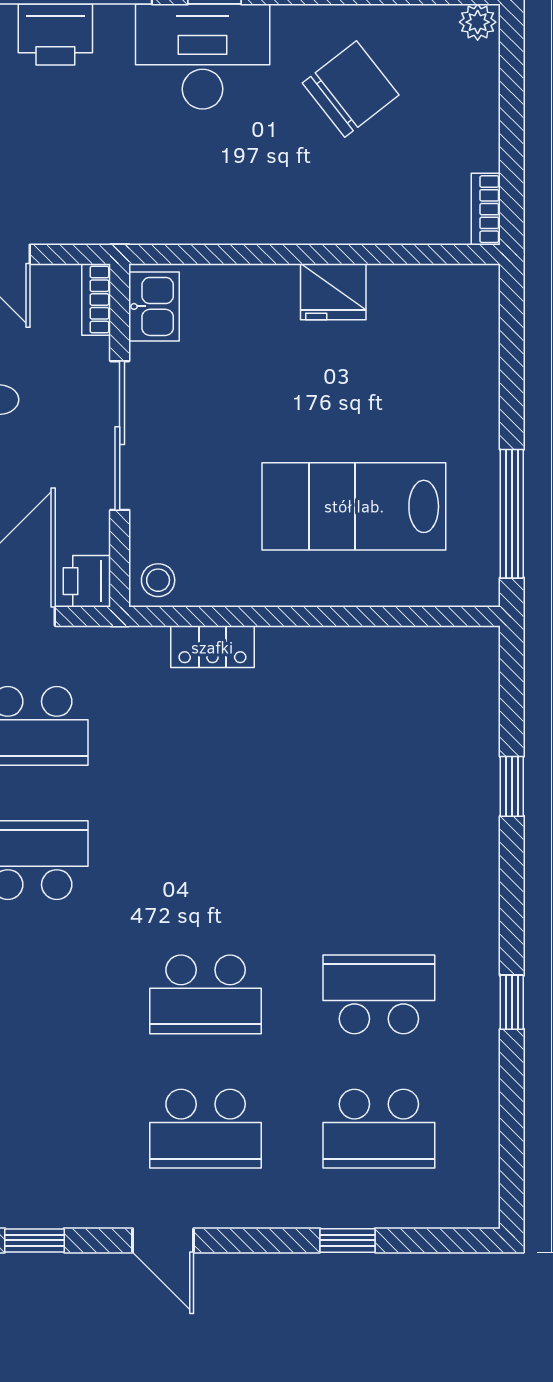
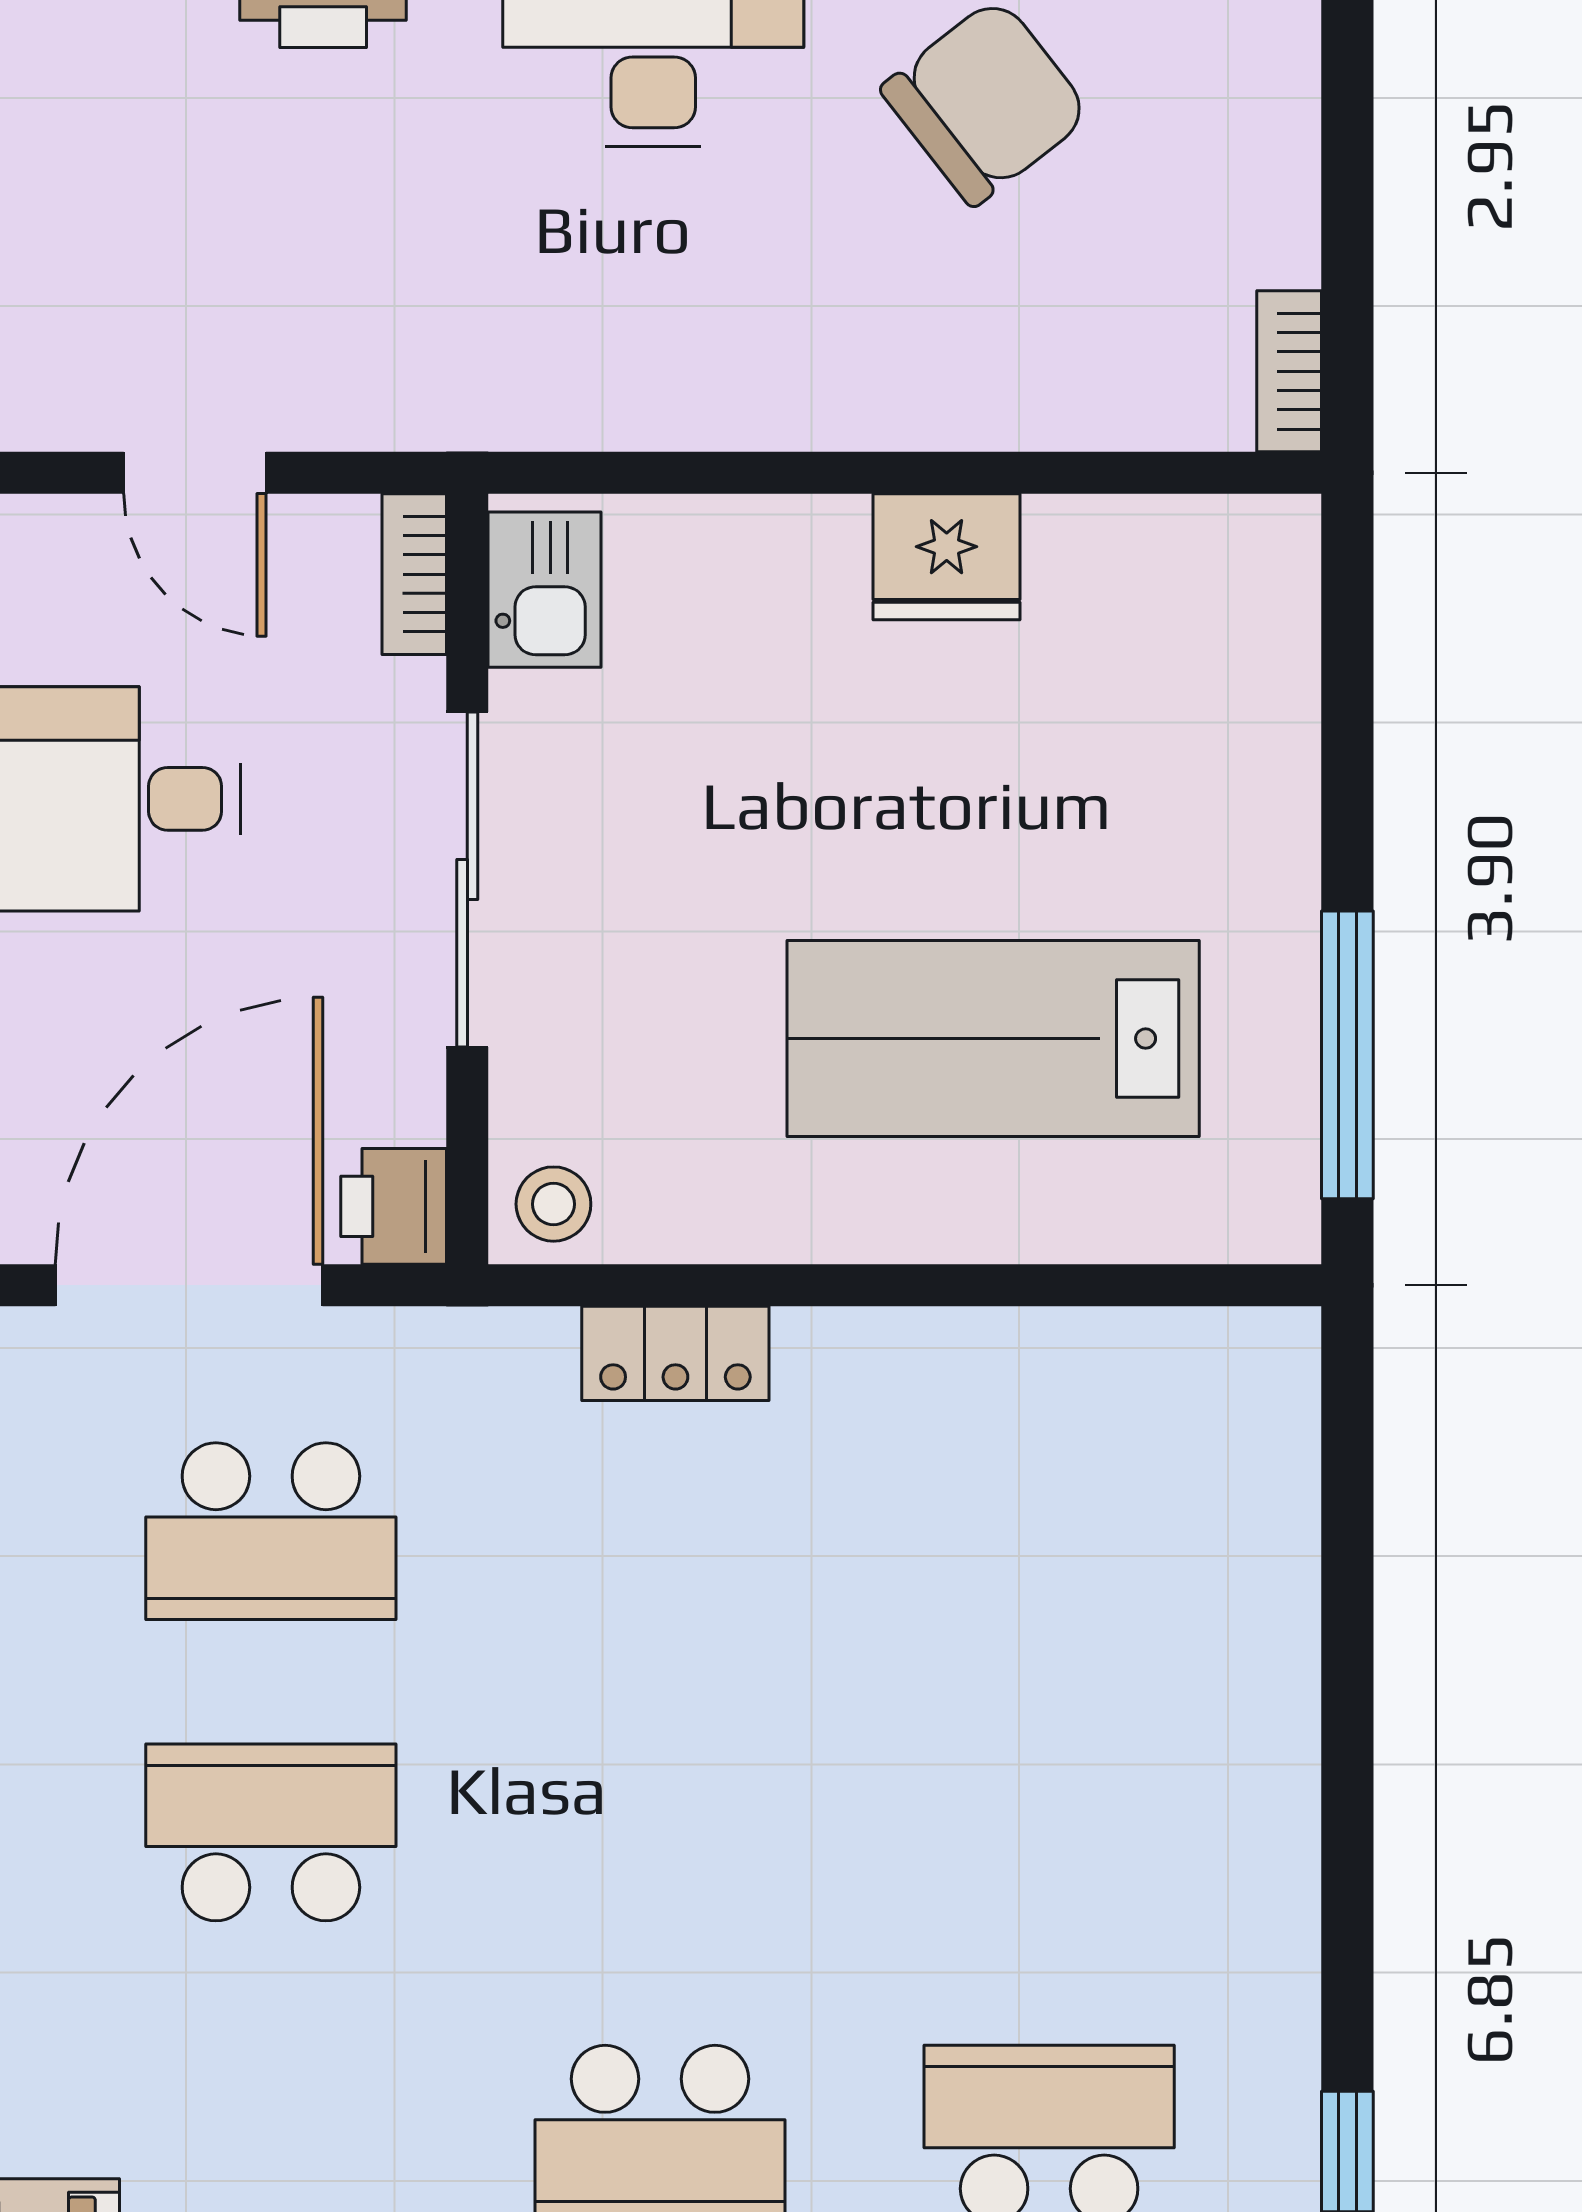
window: (512, 786) -> (1347, 1667), removed

